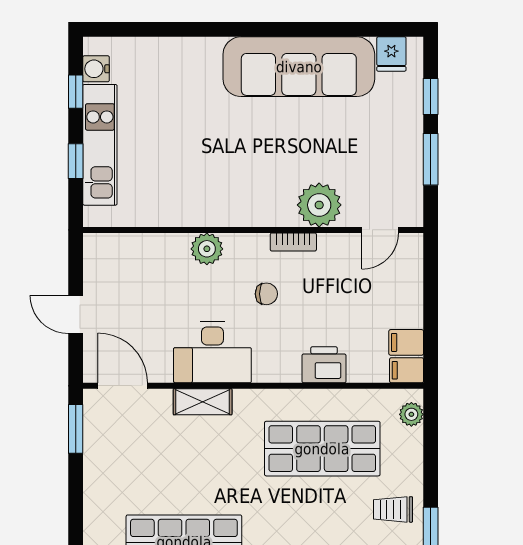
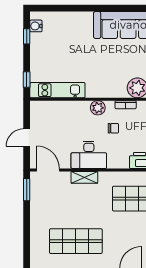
kitchen unit: (100, 145) -> (57, 90), moved, turned -90
window: (76, 161) -> (27, 79), moved
plant: (207, 249) -> (98, 108), moved
door: (76, 315) -> (27, 138), hinge flipped

